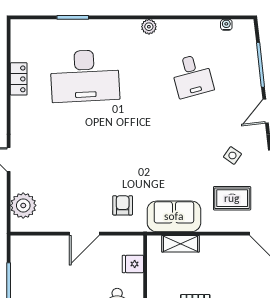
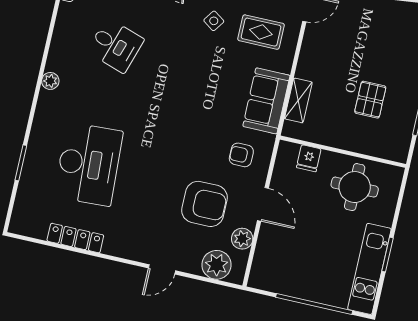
desk: (192, 76) -> (116, 45), turned 33
locker: (19, 79) -> (75, 238), width x1.53
armchair: (73, 183) -> (204, 204), added
rug: (232, 198) -> (261, 32), turned 90
plant: (51, 222) -> (242, 239), added

